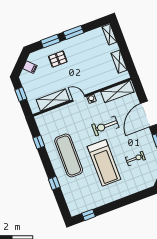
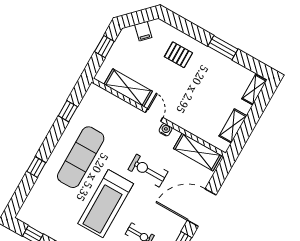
window: (50, 41) -> (191, 30), removed

